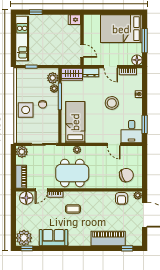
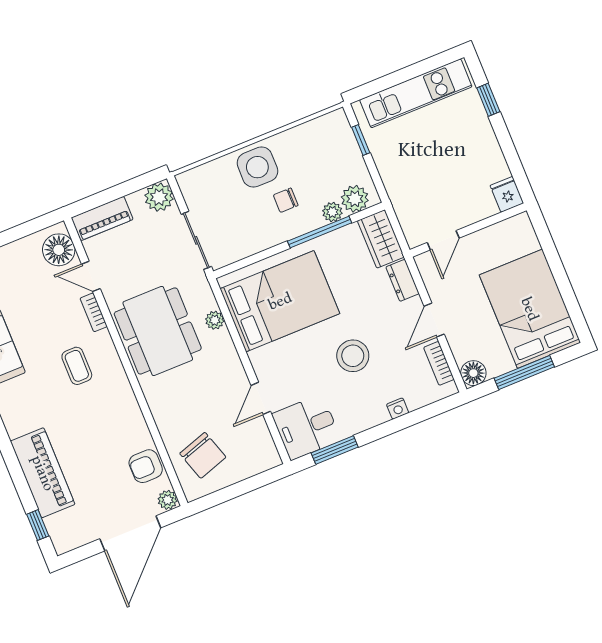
bed: (75, 122) -> (280, 301), width x1.50

